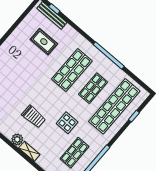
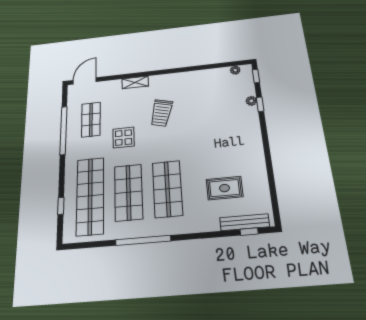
shop shelf: (93, 88) -> (128, 192), width x1.43, depth x1.36
trolley: (34, 117) -> (161, 113), turned -76
plant: (17, 139) -> (157, 81), removed

